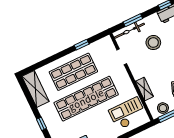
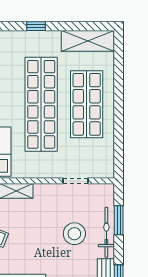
bicycle: (129, 31) -> (106, 232), moved
window: (82, 45) -> (119, 133), removed

